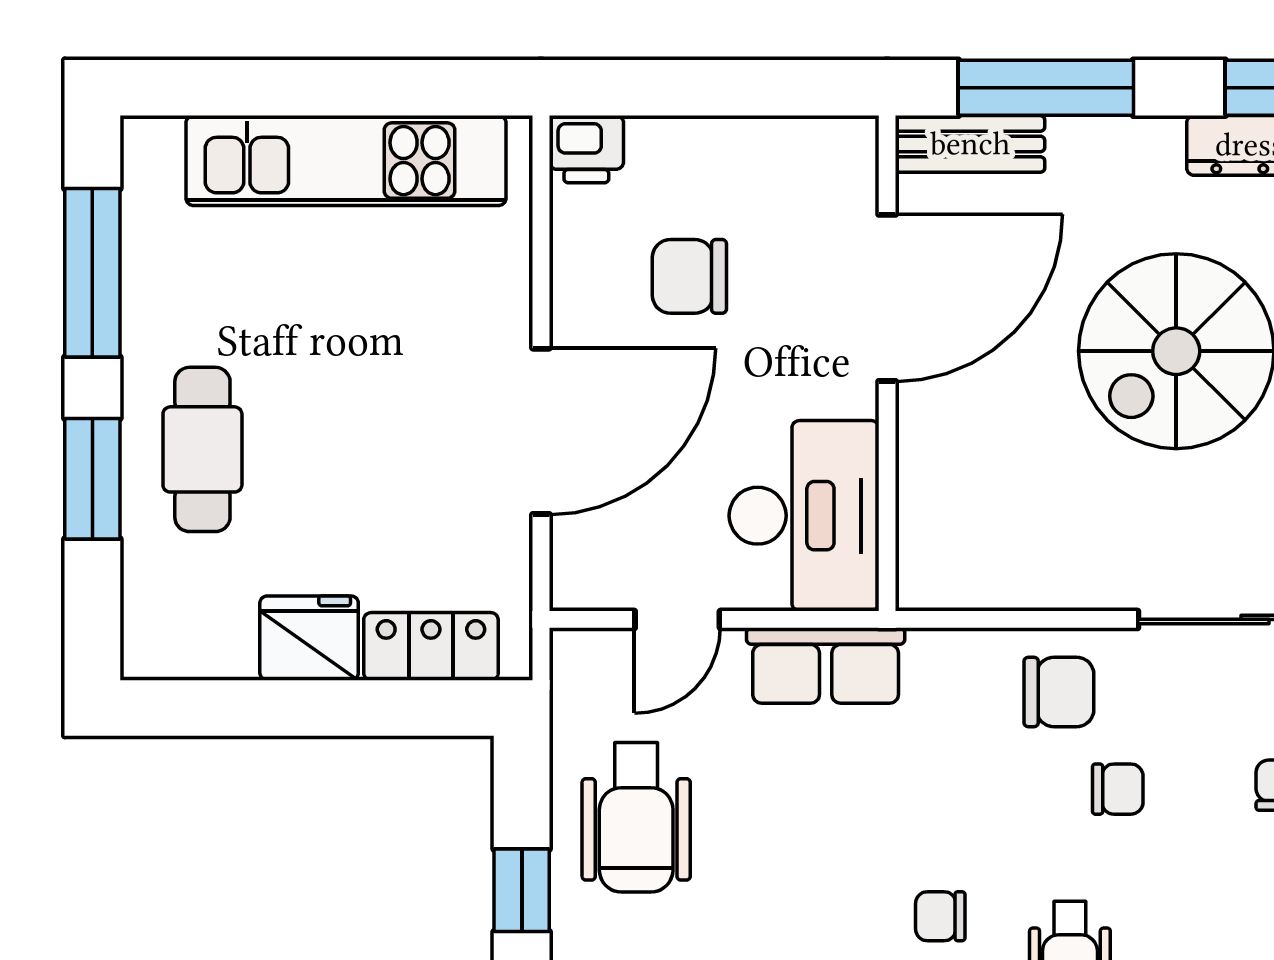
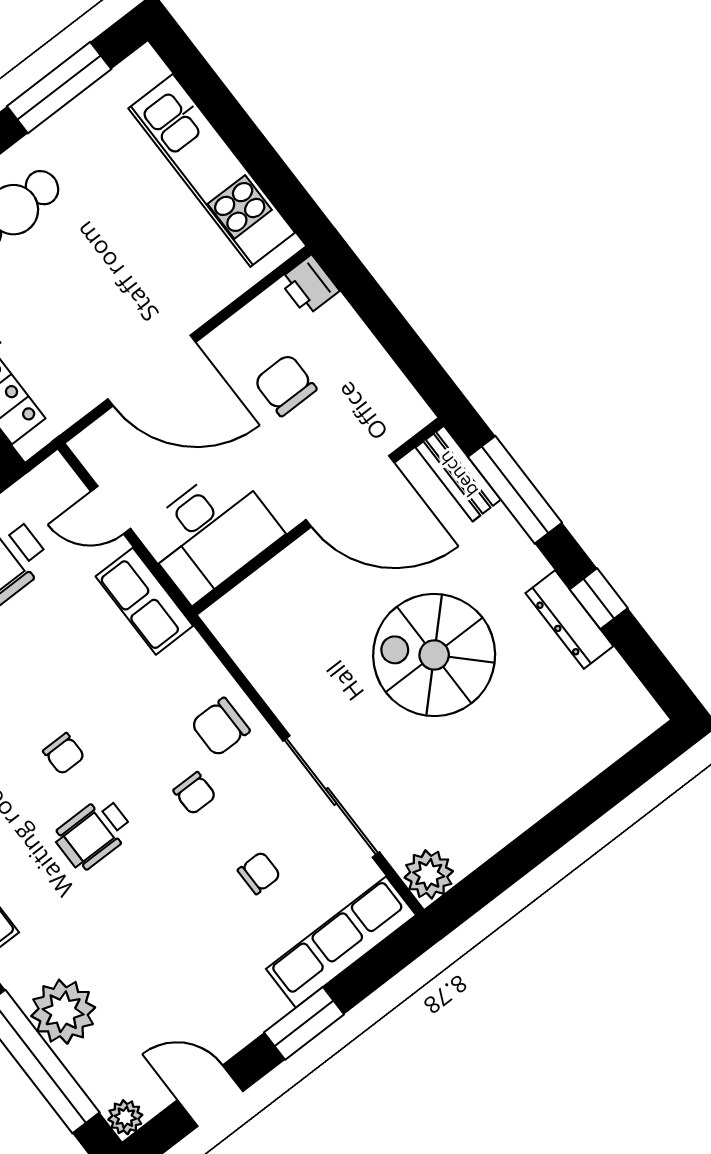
chair: (1059, 692) -> (220, 727), turned 90
chair: (940, 916) -> (64, 754), turned 180

